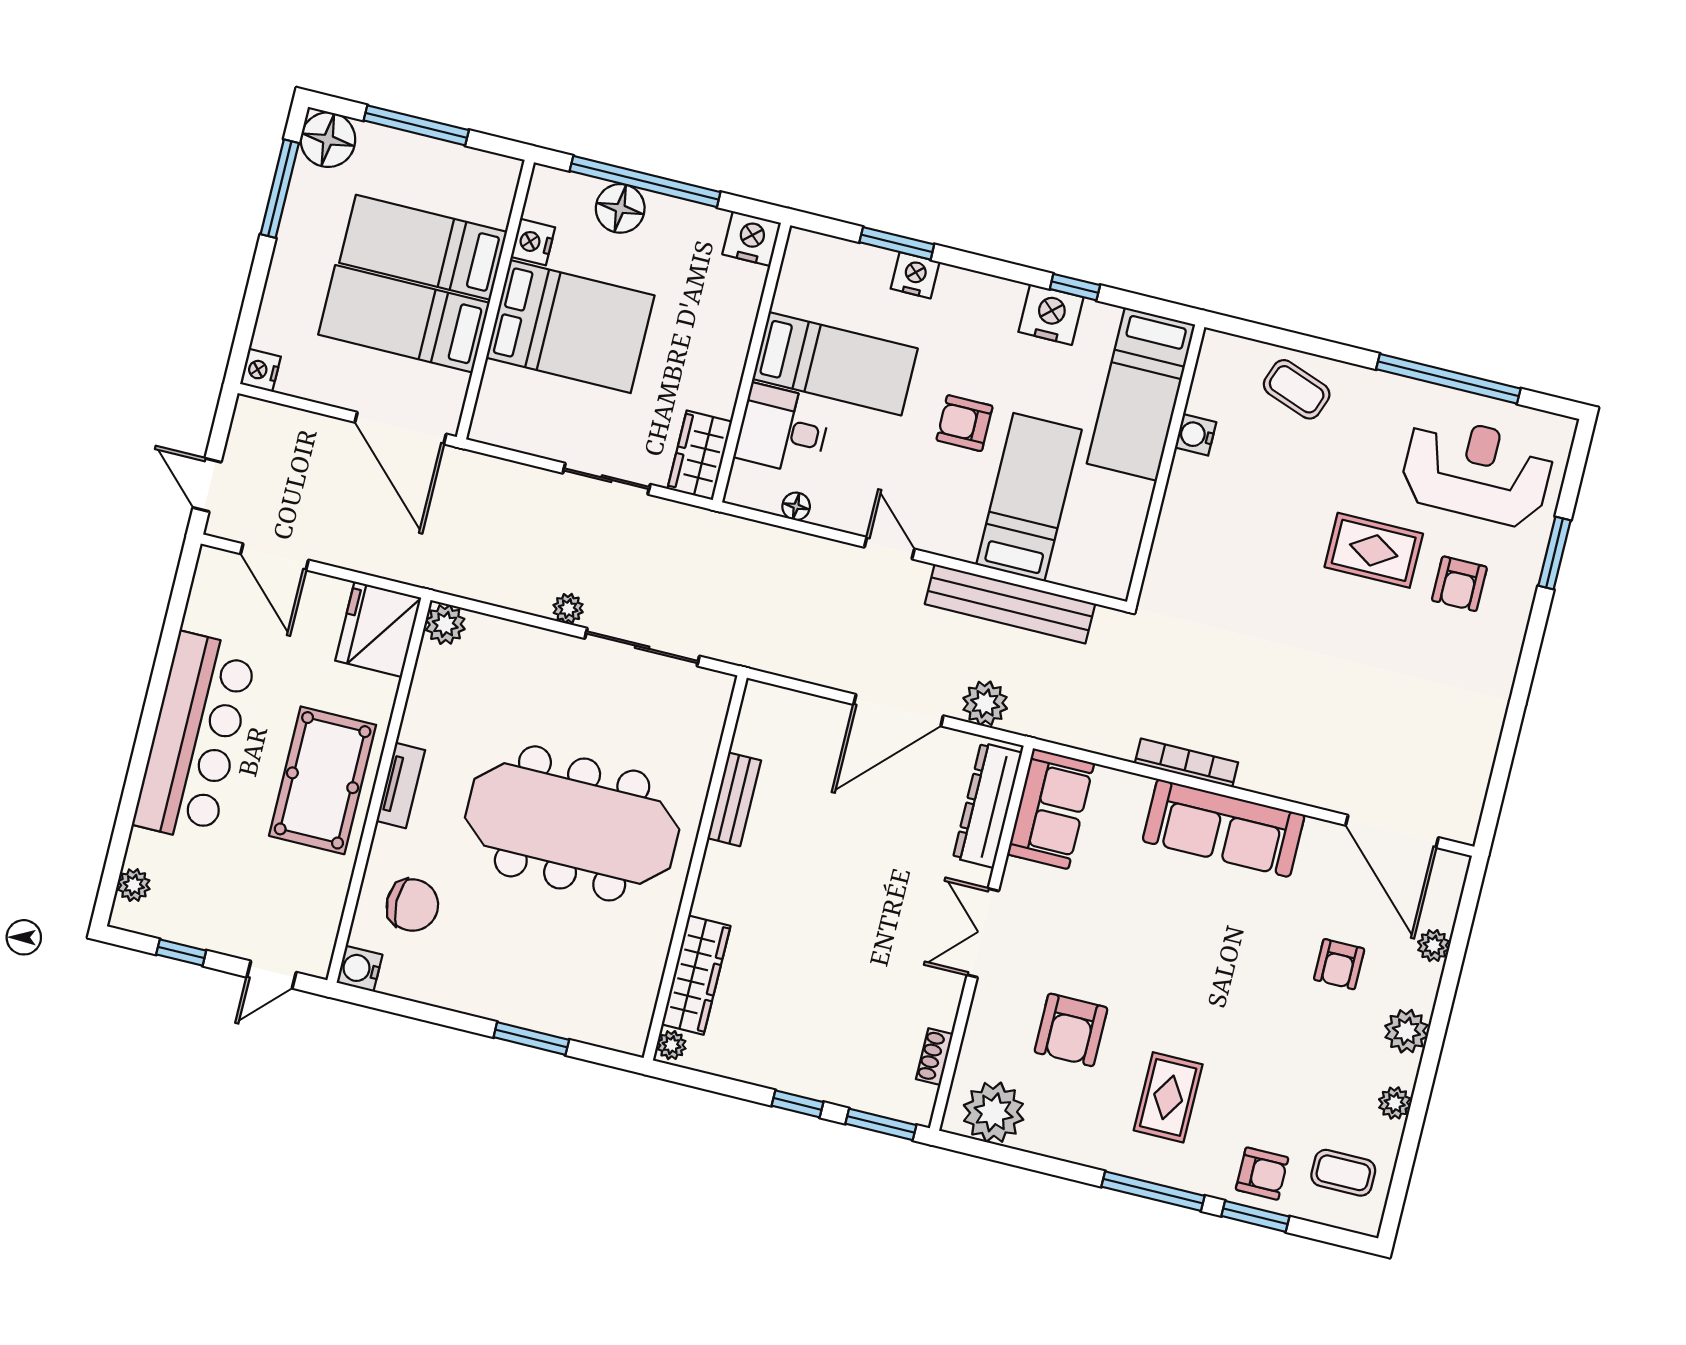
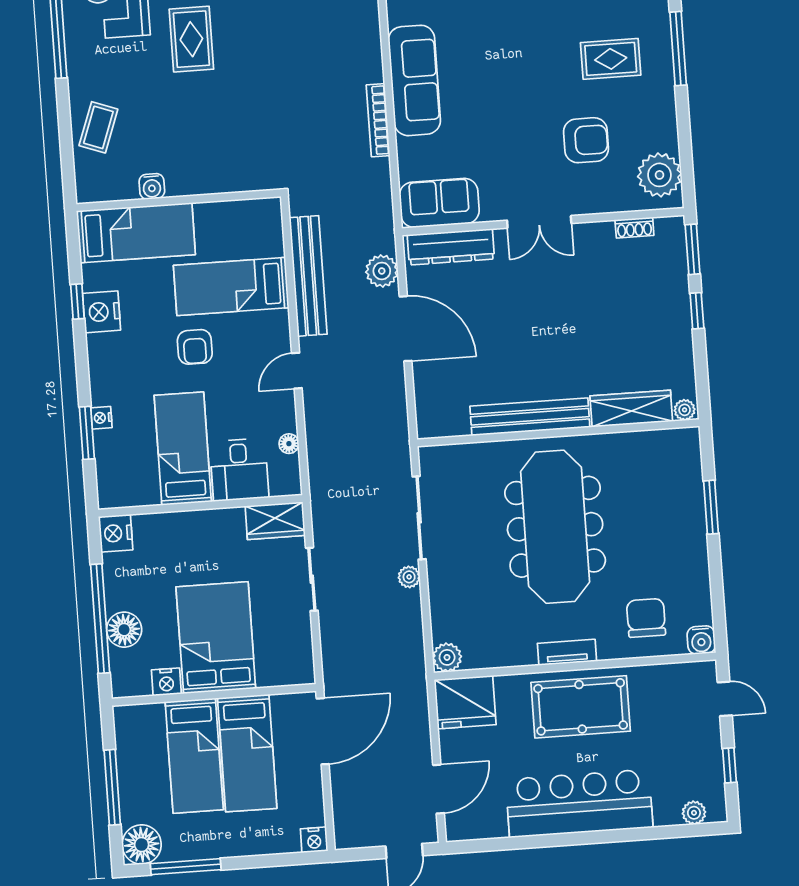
nightstand: (915, 275) -> (101, 418), width x0.72, depth x0.74
bench: (734, 799) -> (530, 417), width x1.86, depth x1.21

